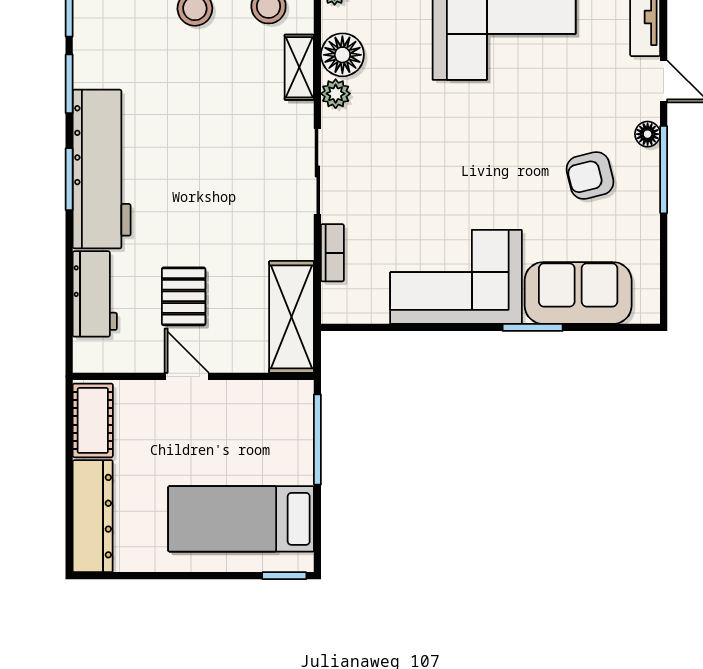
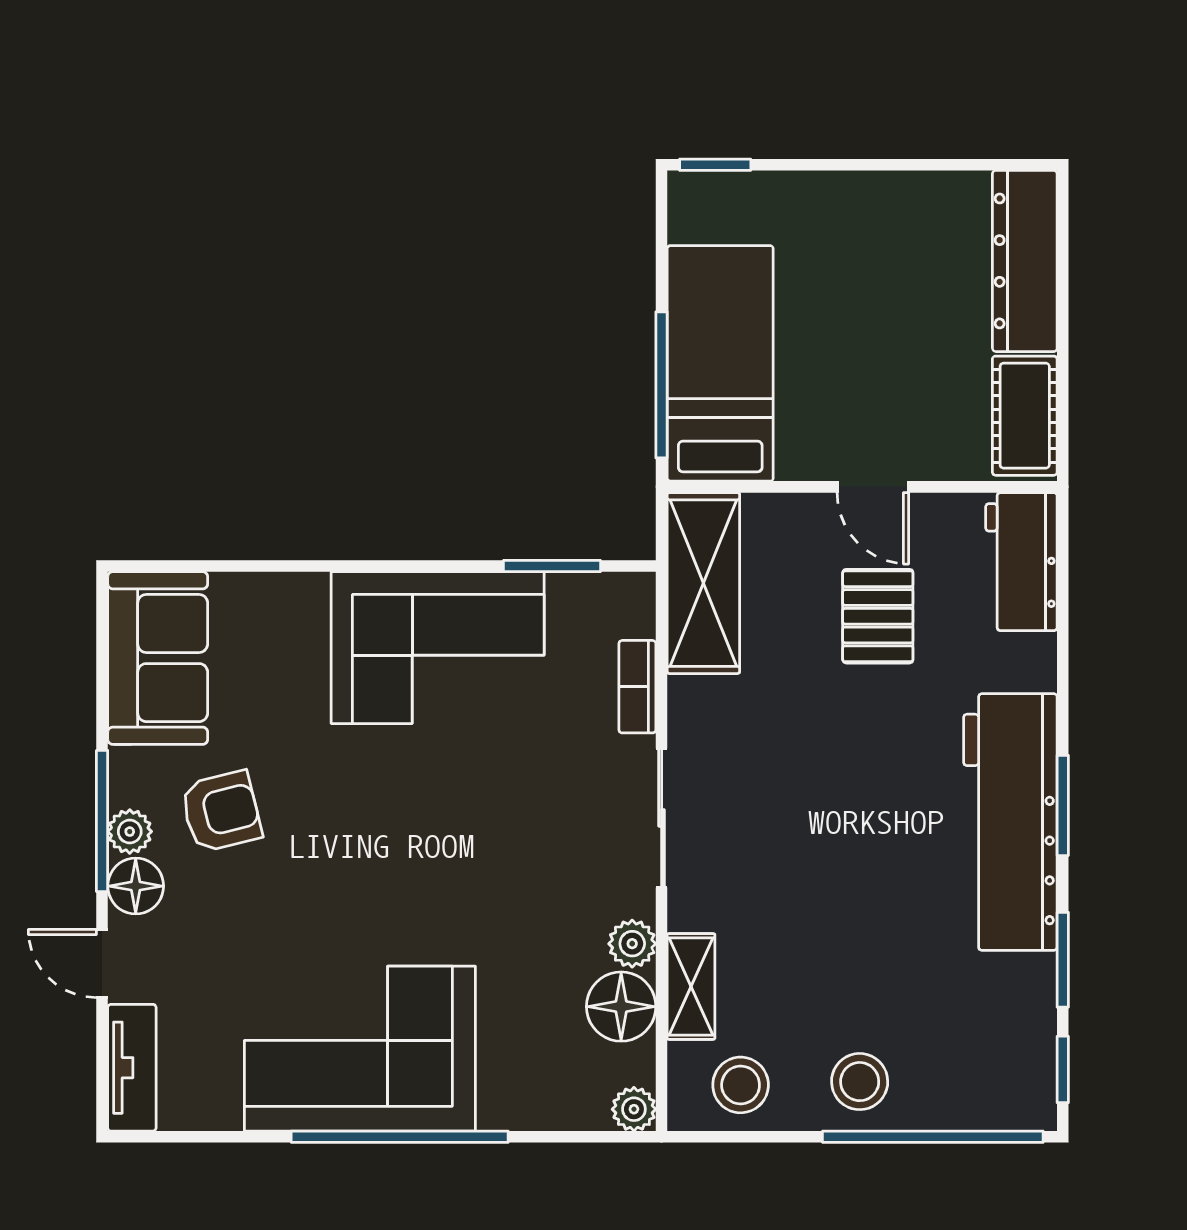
floor lamp: (648, 134) -> (136, 886), width x1.37, depth x1.37
plant: (647, 163) -> (130, 832), added
sofa: (578, 293) -> (158, 658), moved, turned -90
workbench: (95, 294) -> (1021, 562), moved
window: (533, 327) -> (552, 566), moved
bed: (241, 519) -> (720, 363), moved, turned -90

